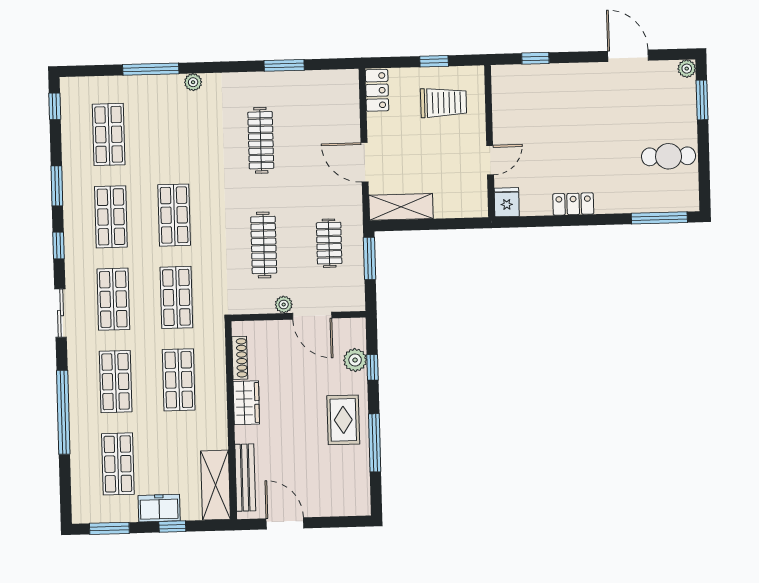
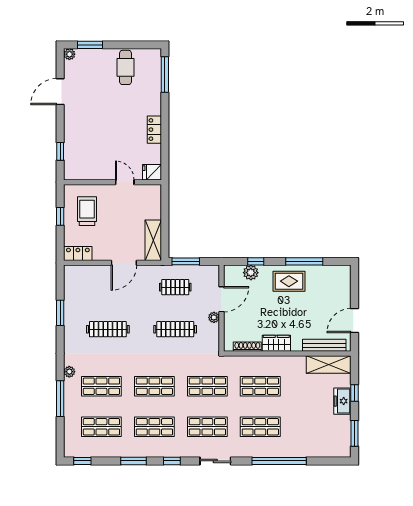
shop shelf: (118, 464) -> (101, 386), moved

